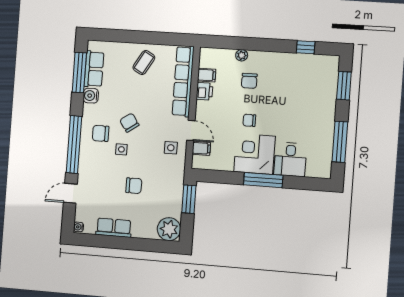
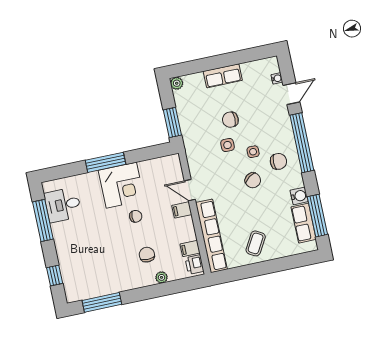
window: (306, 47) -> (102, 302), width x2.17
window: (344, 86) -> (55, 276), width x0.67
printer: (205, 91) -> (194, 265), moved
side table: (171, 148) -> (227, 145), moved
filing cabinet: (201, 148) -> (182, 210), moved
desk: (290, 159) -> (63, 205), moved, turned -90
water cooler: (78, 227) -> (277, 78), moved
row of seats: (114, 228) -> (223, 76), moved
plant: (169, 229) -> (177, 83), width x0.53, depth x0.53

